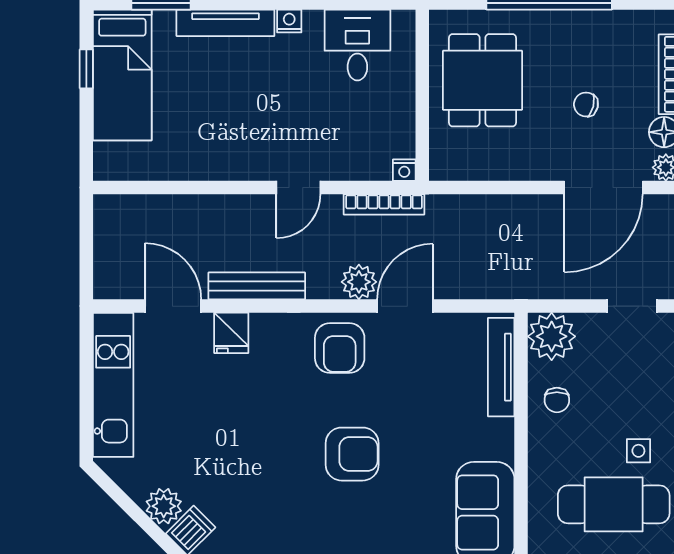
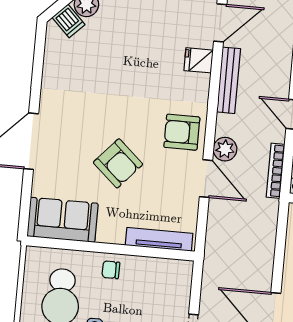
plant: (552, 336) -> (177, 275), removed
chair: (557, 400) -> (111, 270), moved
armchair: (352, 454) -> (118, 163), moved, turned -48

